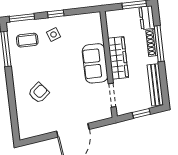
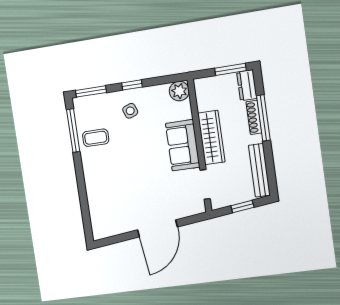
plant: (93, 20) -> (179, 91), added
coffee table: (27, 40) -> (96, 138), moved
armchair: (39, 93) -> (114, 183), removed

